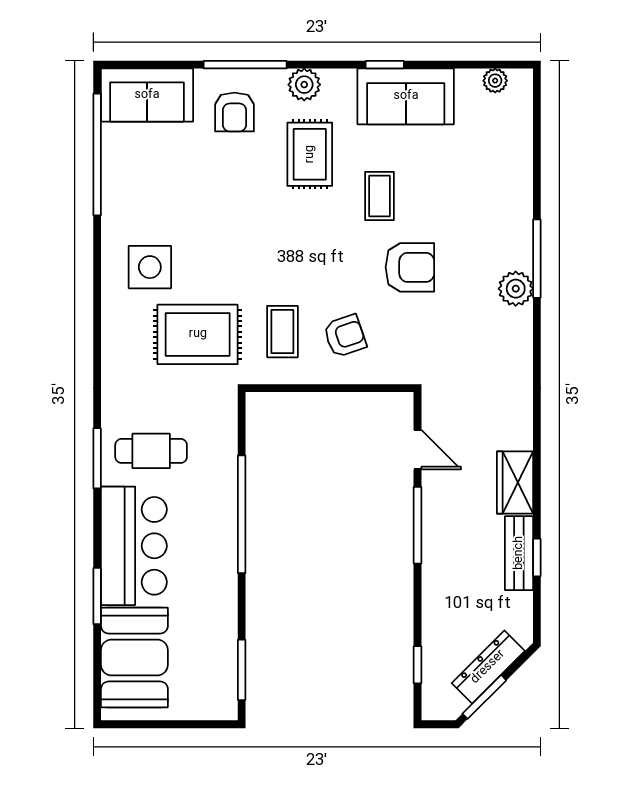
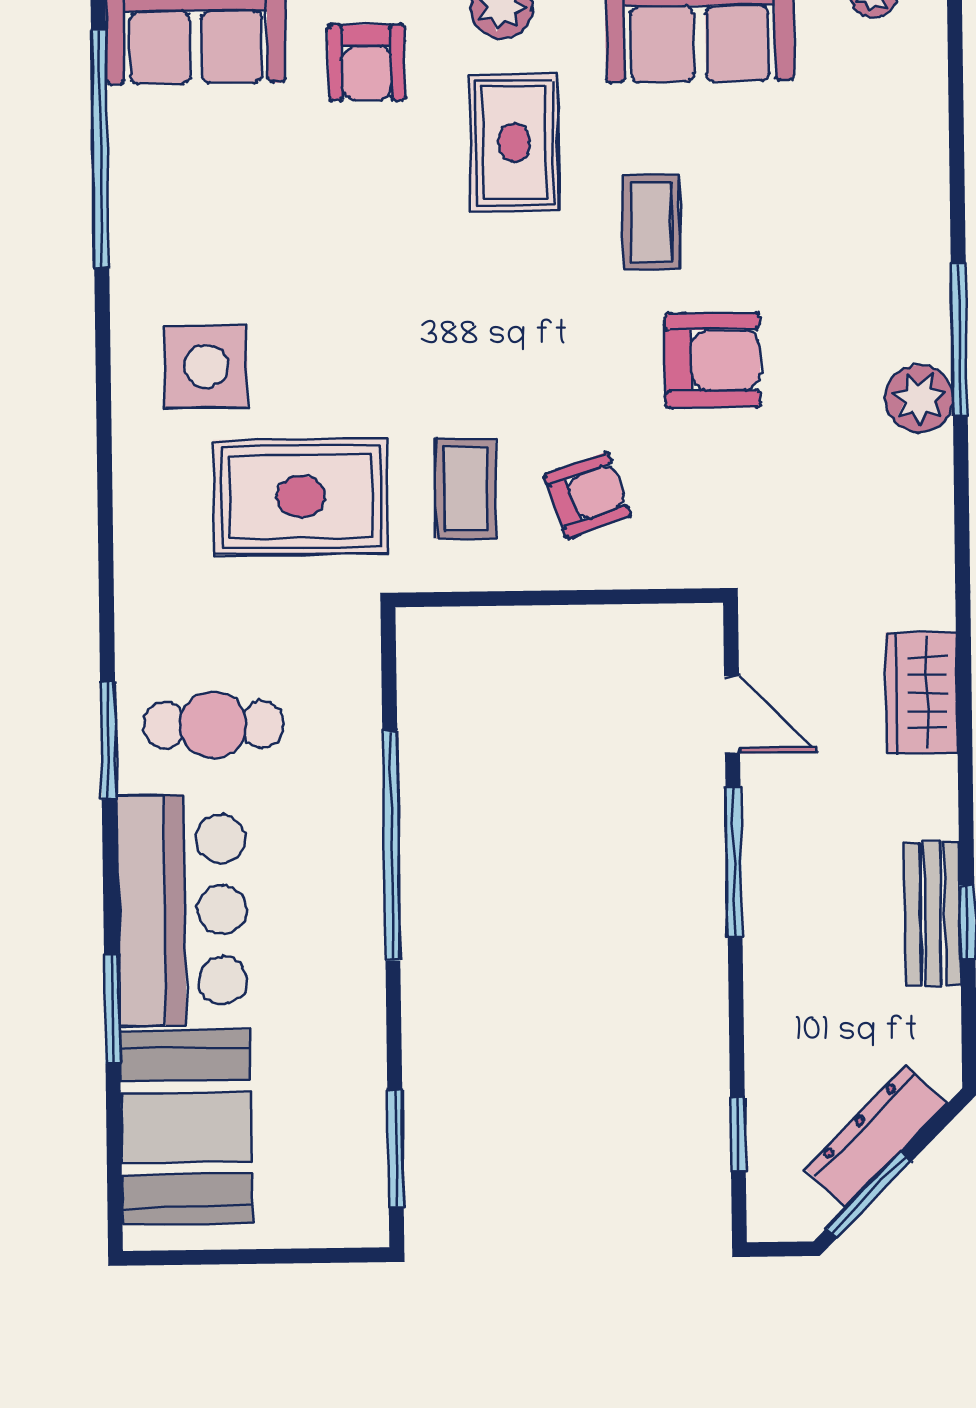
wardrobe: (515, 483) -> (922, 693), moved

